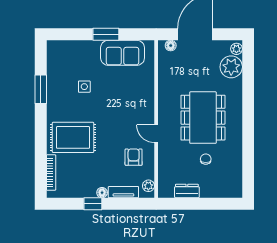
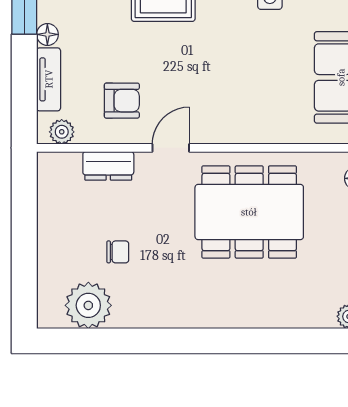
plant: (231, 67) -> (88, 305), moved
dining table: (203, 118) -> (249, 212), moved
dresser: (187, 191) -> (108, 166), moved, turned 90

